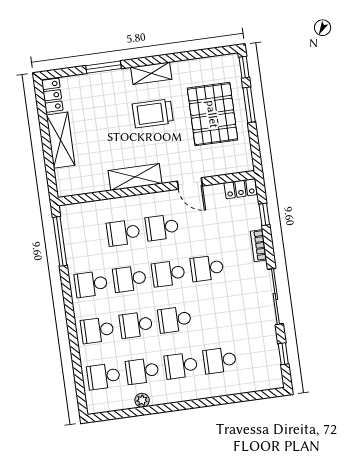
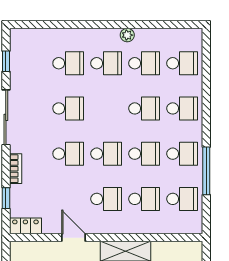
school desk: (85, 238) -> (182, 199), added
window: (60, 241) -> (206, 171), moved
school desk: (175, 320) -> (68, 108), moved
plant: (142, 400) -> (127, 35), moved

